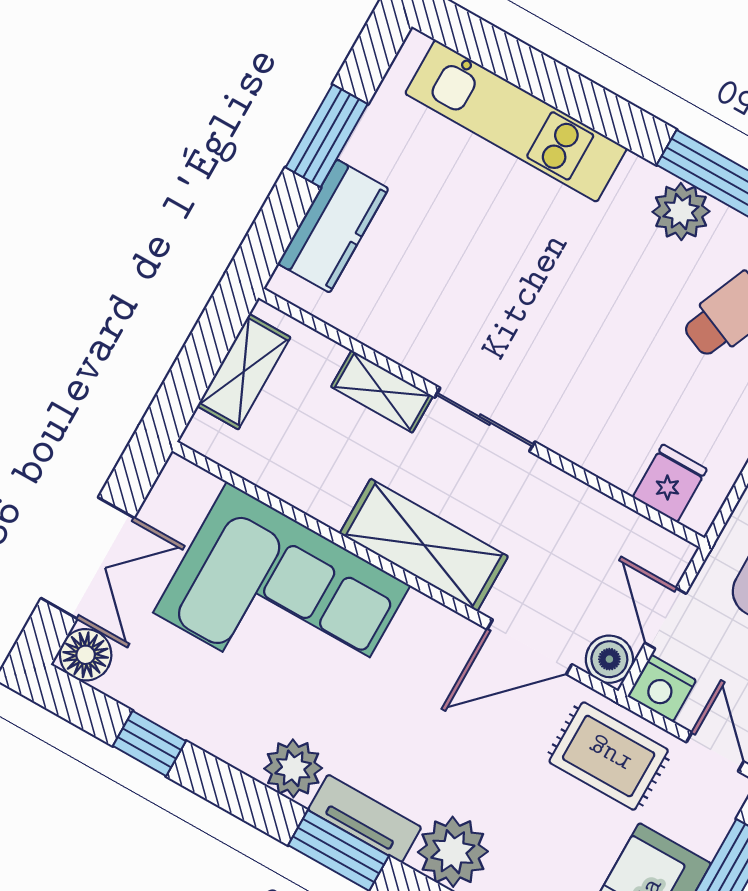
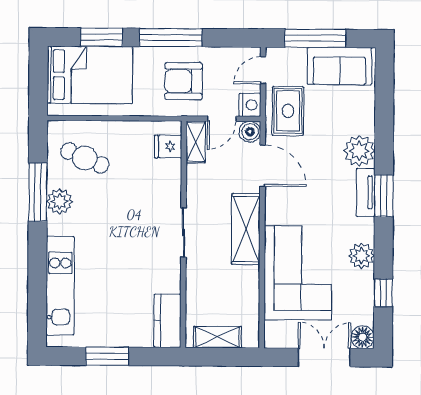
kitchen counter: (333, 226) -> (167, 321), moved, turned -90
shelving: (382, 391) -> (196, 142), moved
plant: (293, 768) -> (361, 256), moved

